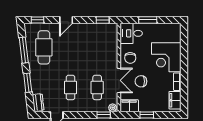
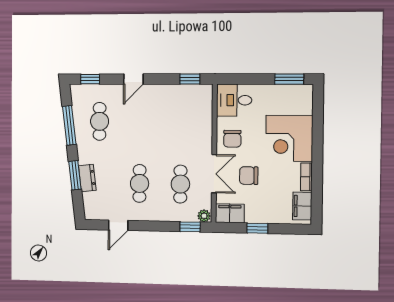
window: (148, 20) -> (289, 79), moved
cafe table: (44, 47) -> (100, 121), width x0.73, depth x0.74
dresser: (38, 103) -> (87, 178), moved

